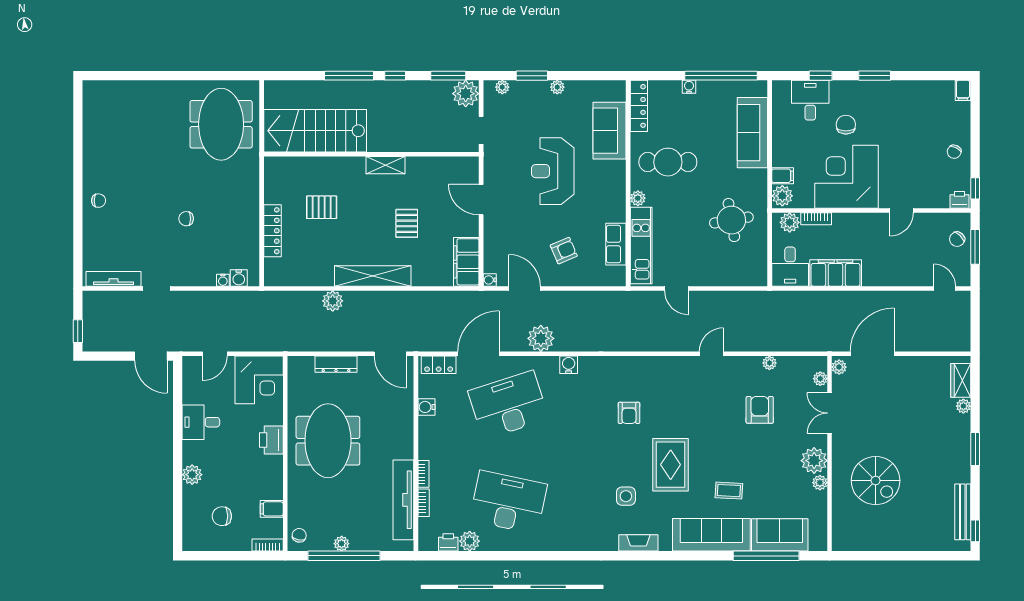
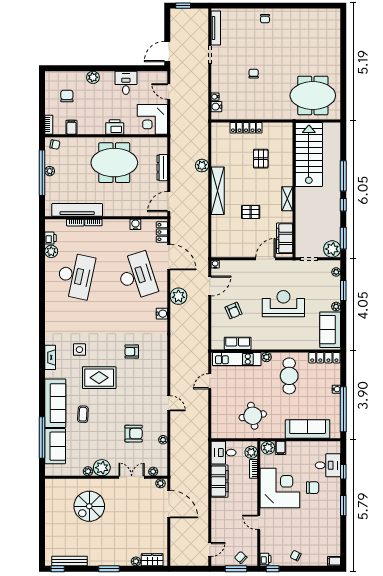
sofa: (609, 131) -> (330, 330), moved, turned -90
filing cabinet: (466, 262) -> (285, 238), moved, turned -90

